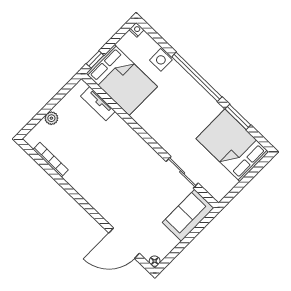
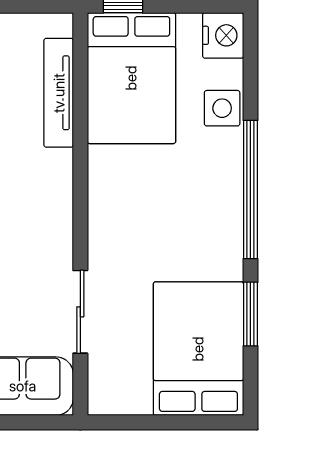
nightstand: (137, 30) -> (223, 35), width x1.89, depth x1.79
tv unit: (98, 104) -> (59, 93), width x1.41

